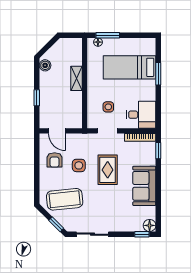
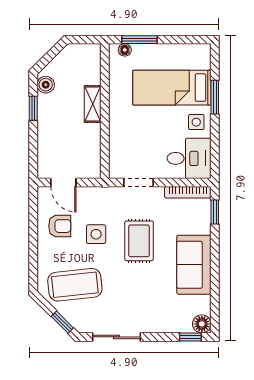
window: (37, 98) -> (33, 108), moved
side table: (108, 107) -> (196, 122), moved
armchair: (55, 160) -> (60, 226), turned -90

